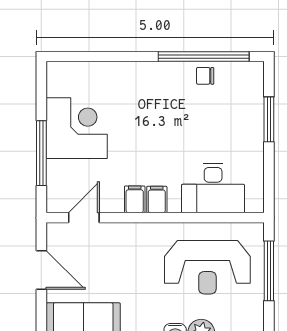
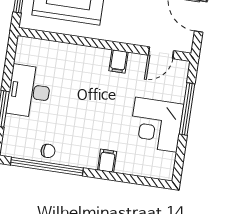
desk: (213, 188) -> (29, 91), moved, turned -90
filing cabinet: (157, 199) -> (107, 161), moved, turned 180

